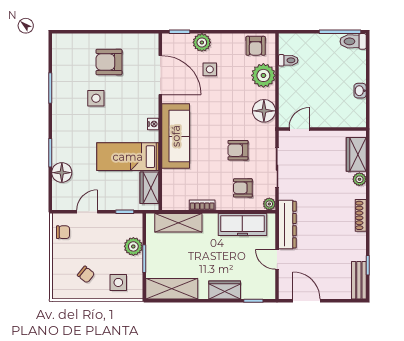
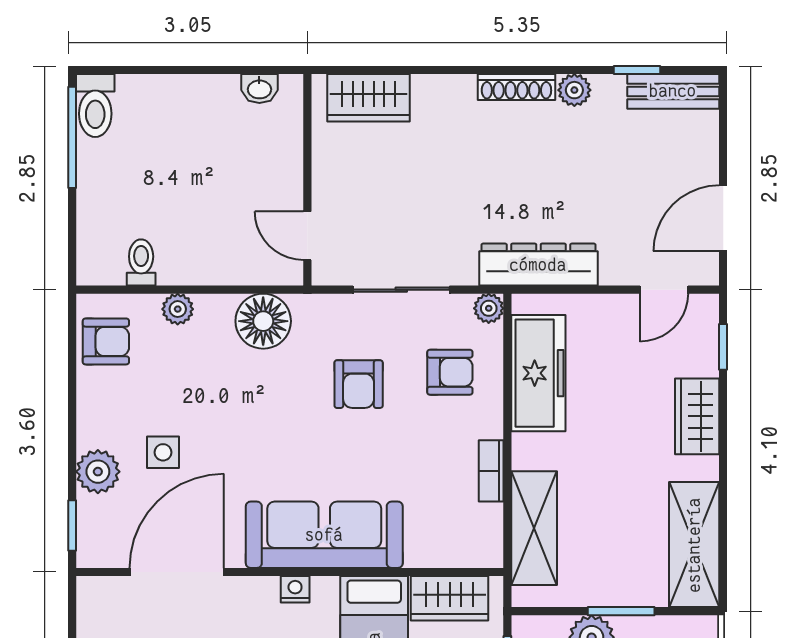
plant: (263, 75) -> (178, 309), width x0.53, depth x0.53
washbasin: (360, 91) -> (259, 89), moved
plant: (359, 179) -> (574, 90), moved
armchair: (243, 188) -> (450, 372), turned -90
door: (277, 259) -> (664, 290), moved

